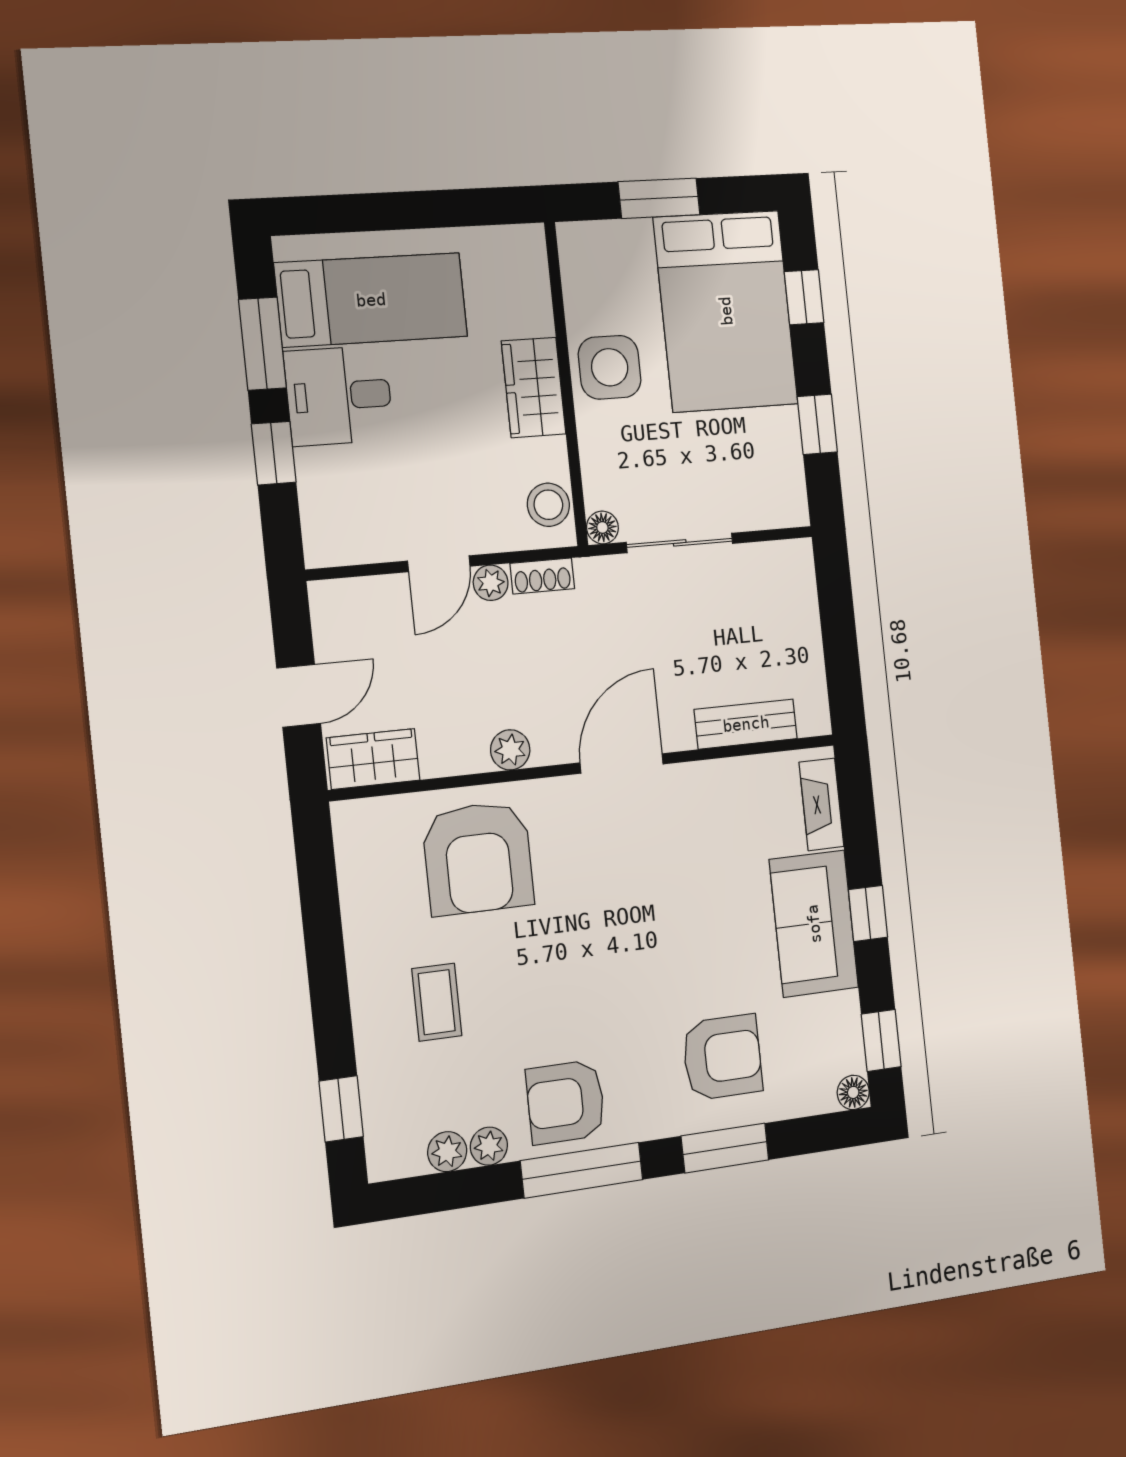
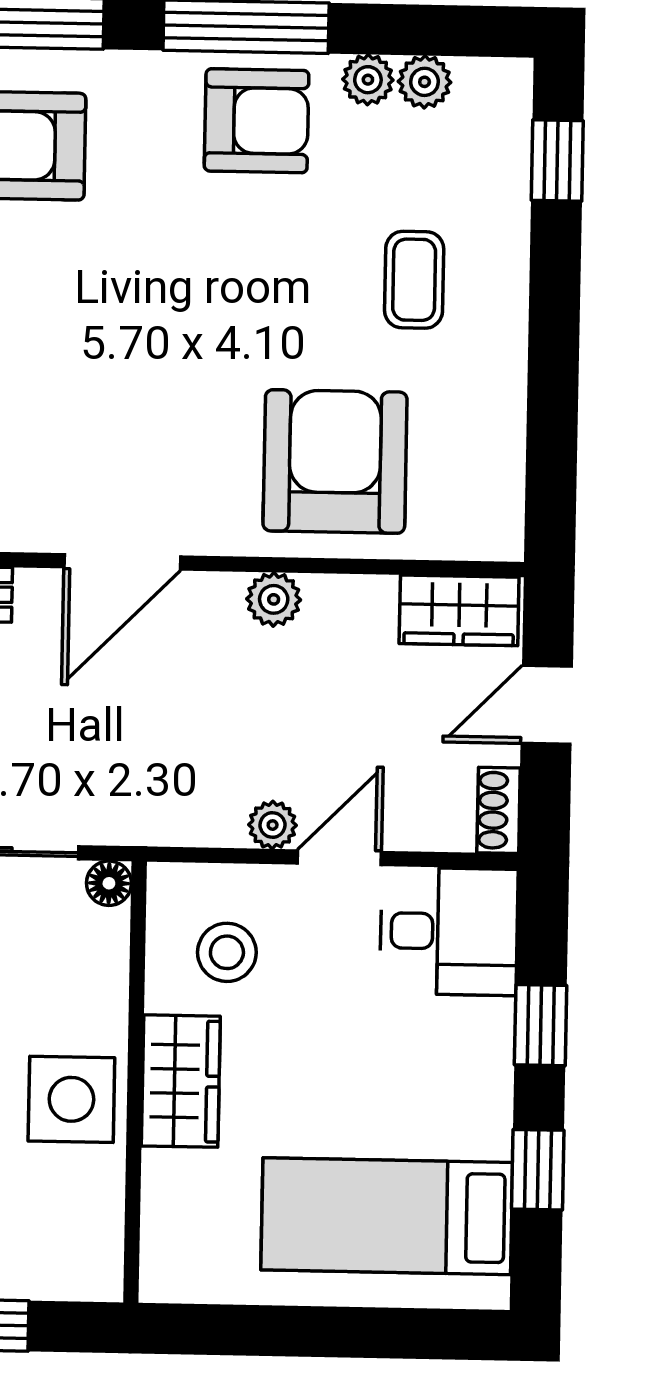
window: (262, 344) -> (538, 1170), width x0.67
desk: (339, 396) -> (449, 931), moved
stool: (548, 505) -> (227, 952), moved
shoe rack: (542, 576) -> (499, 810), moved, turned -90

